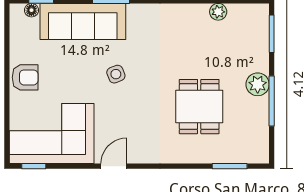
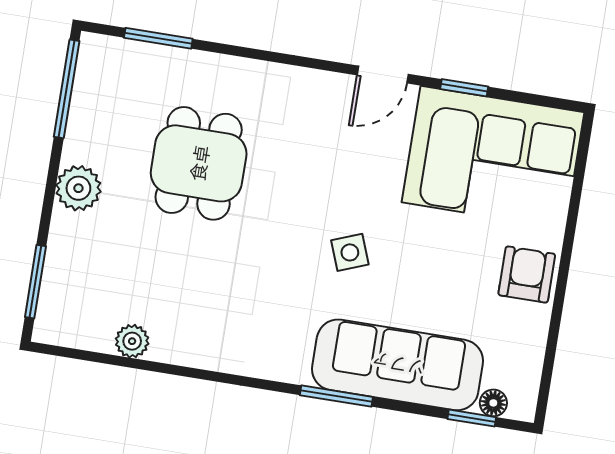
armchair: (25, 77) -> (527, 274), turned 90
window: (272, 101) -> (67, 89), moved
window: (34, 166) -> (464, 88), moved

